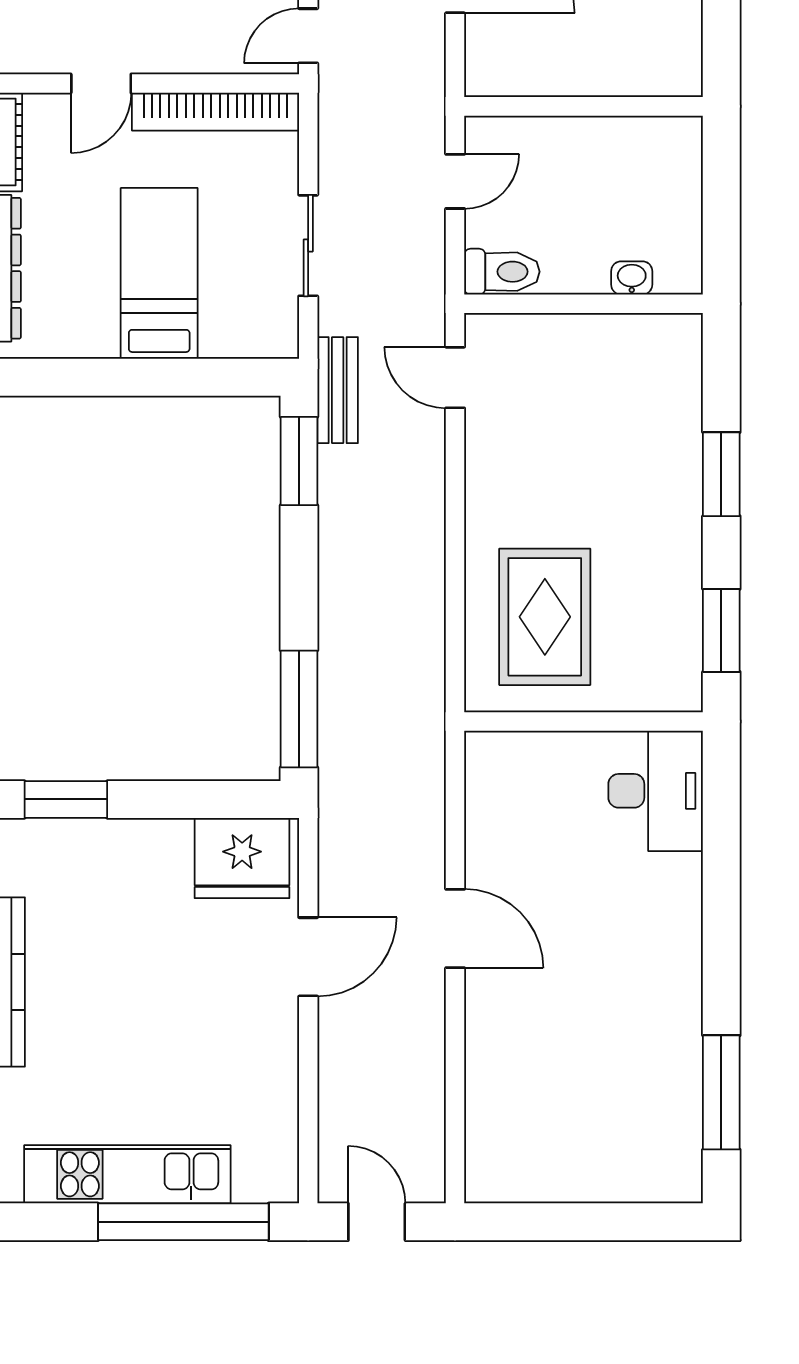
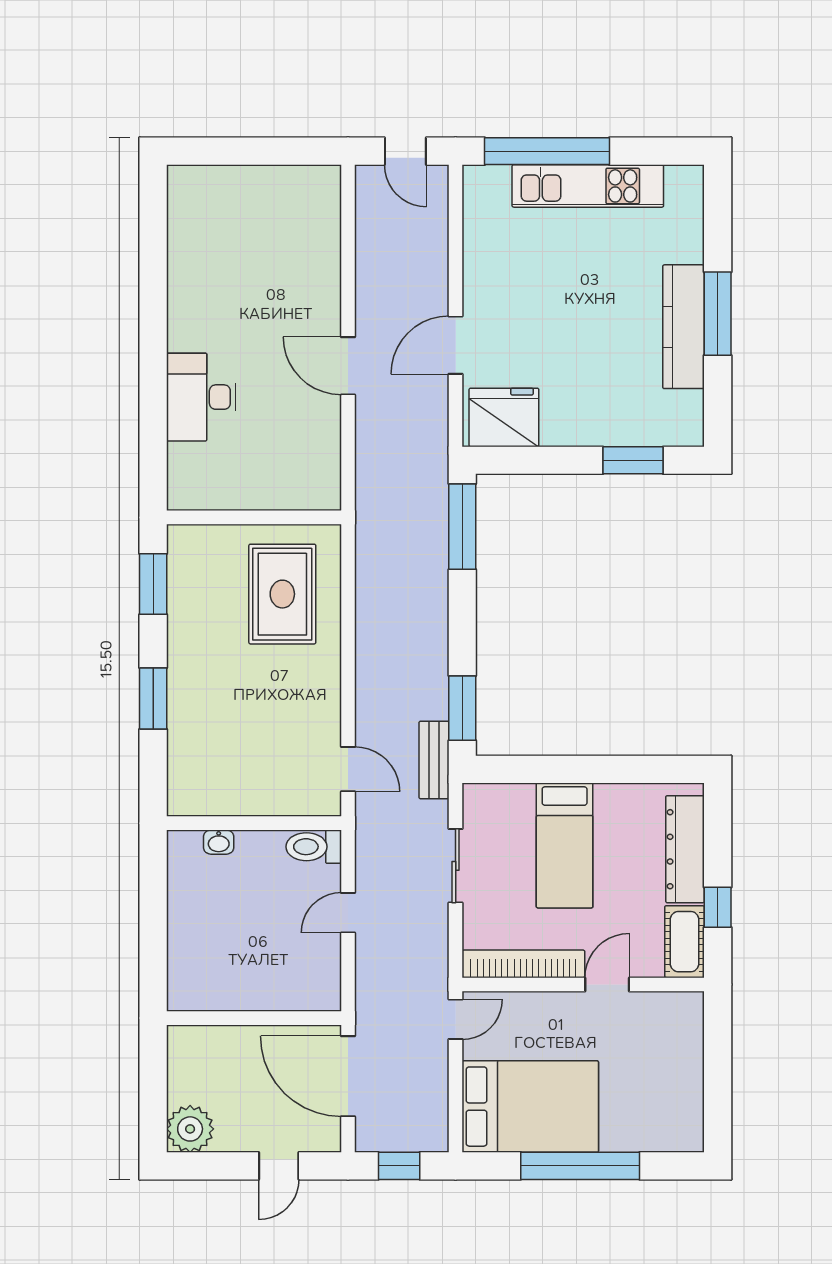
wall: (584, 106) -> (254, 1018), moved
desk: (656, 791) -> (201, 397), moved
window: (721, 1092) -> (153, 246), removed

